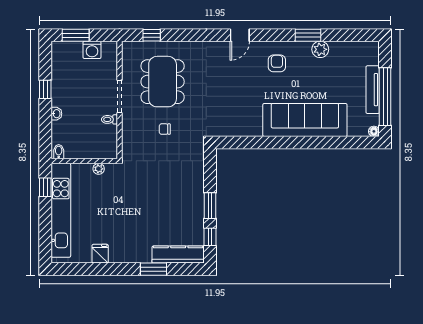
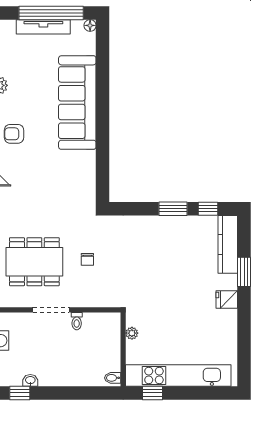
window: (45, 89) -> (20, 393), moved
washbasin: (56, 114) -> (30, 380), moved
fridge: (100, 254) -> (227, 300), moved

